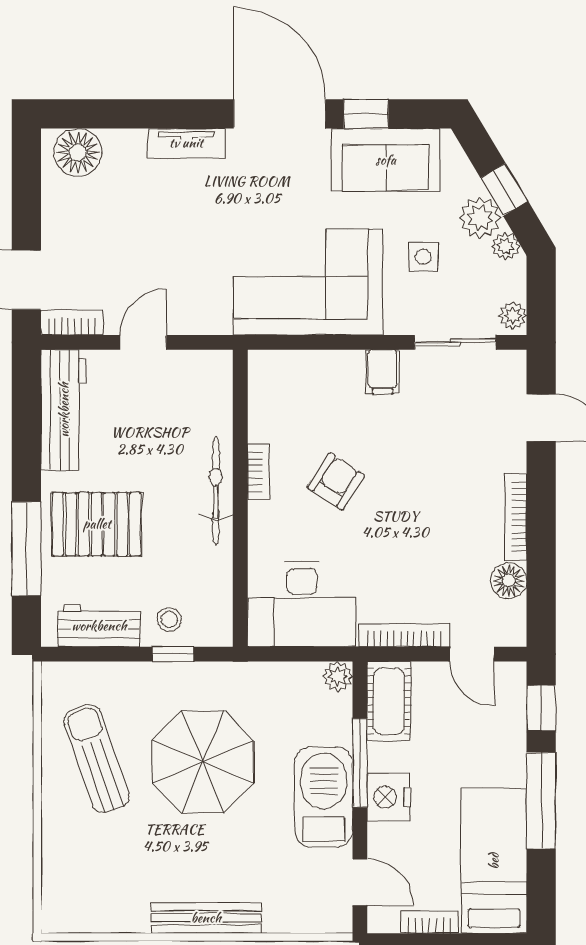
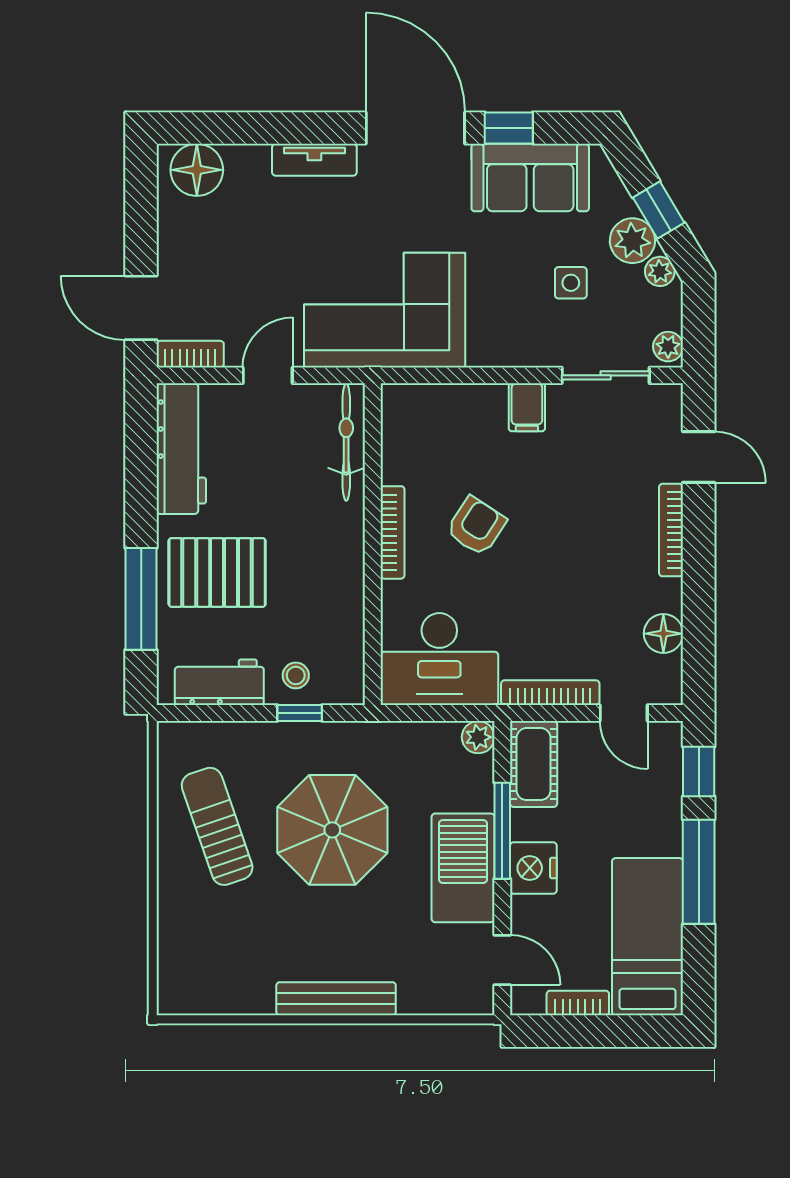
corner sofa: (308, 282) -> (385, 310), moved
bookcase: (258, 472) -> (392, 532), width x1.56
bicycle: (216, 490) -> (346, 442), moved
bookcase: (516, 517) -> (671, 530), moved

